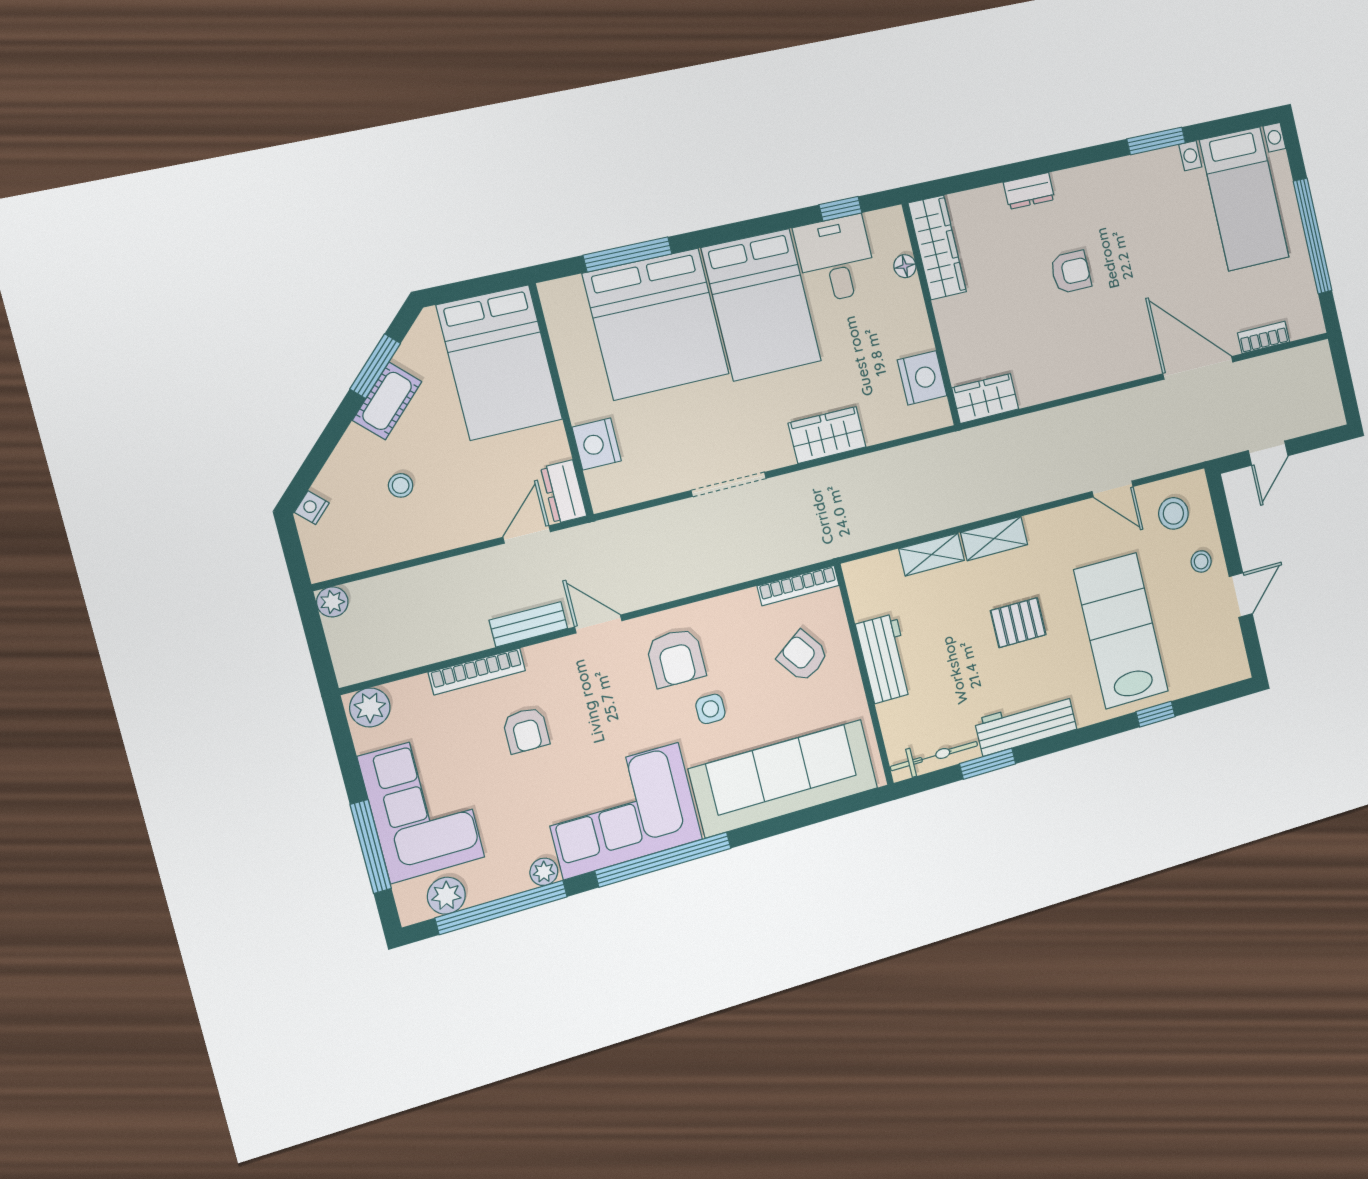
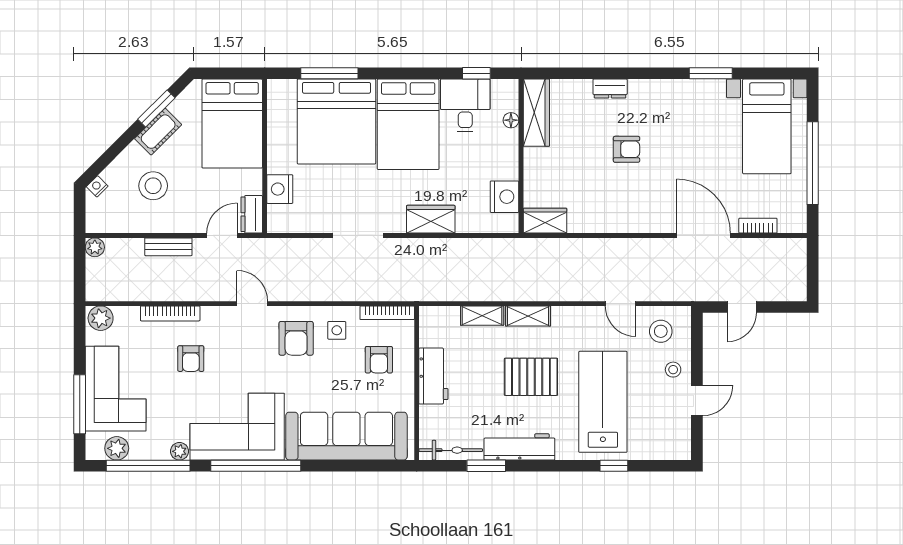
stool: (401, 485) -> (153, 186), width x1.89, depth x1.89
pallet: (1018, 623) -> (531, 377), width x1.50, depth x1.42
bench: (528, 624) -> (168, 247), moved
armchair: (803, 656) -> (379, 360), turned -144
side table: (710, 709) -> (337, 330), moved

